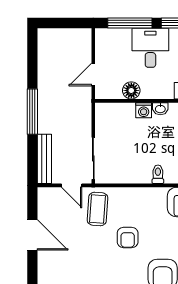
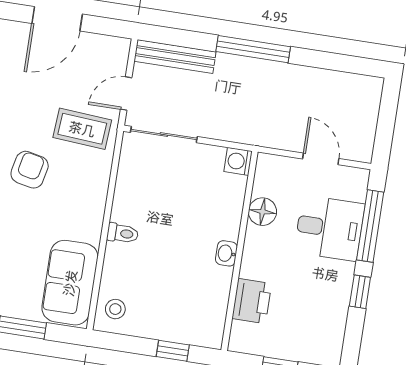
desk: (150, 48) -> (329, 228), moved
door: (93, 75) -> (321, 159), moved
washing machine: (144, 110) -> (238, 161), moved
armchair: (128, 237) -> (30, 170), turned 102

